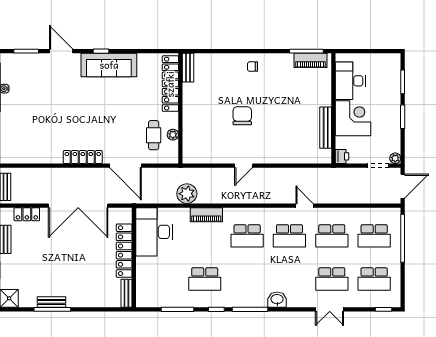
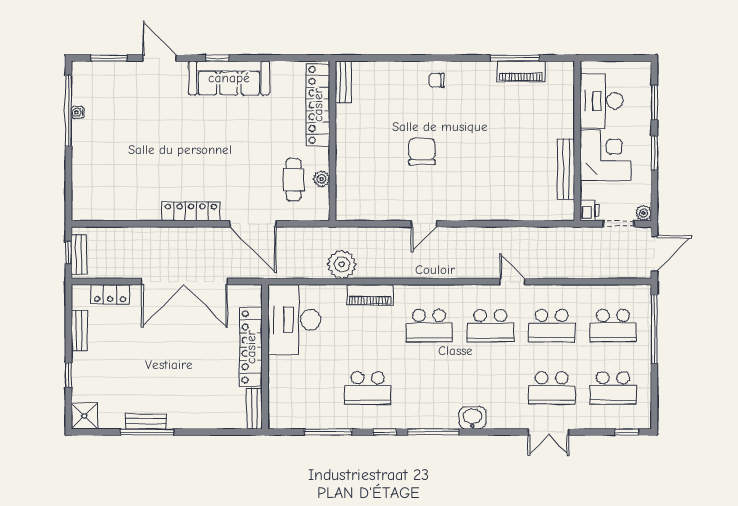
desk: (350, 81) -> (602, 101), moved
wall: (333, 108) -> (577, 141), moved
corner desk: (353, 118) -> (606, 155), moved
bench: (326, 128) -> (566, 169), moved
printer: (342, 156) -> (590, 210), moved

